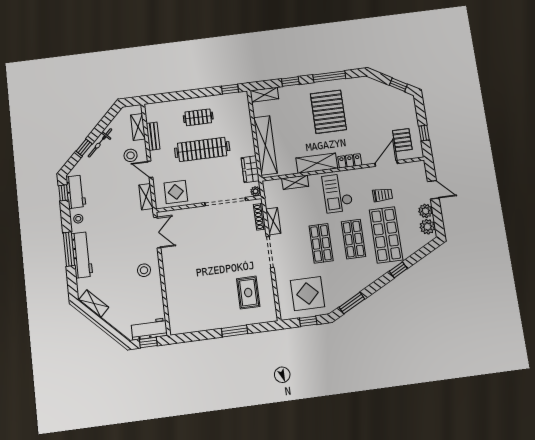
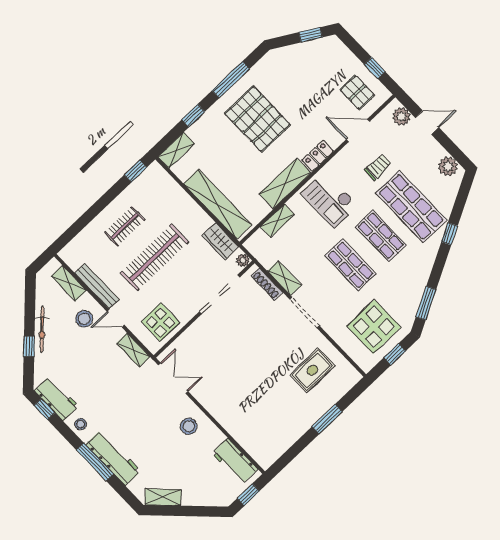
bench: (153, 136) -> (97, 286), width x1.36
door: (386, 163) -> (358, 130), hinge flipped
plant: (426, 211) -> (401, 117), moved
rug: (248, 293) -> (312, 370), turned 90
workbench: (149, 329) -> (235, 461), moved, turned -90

